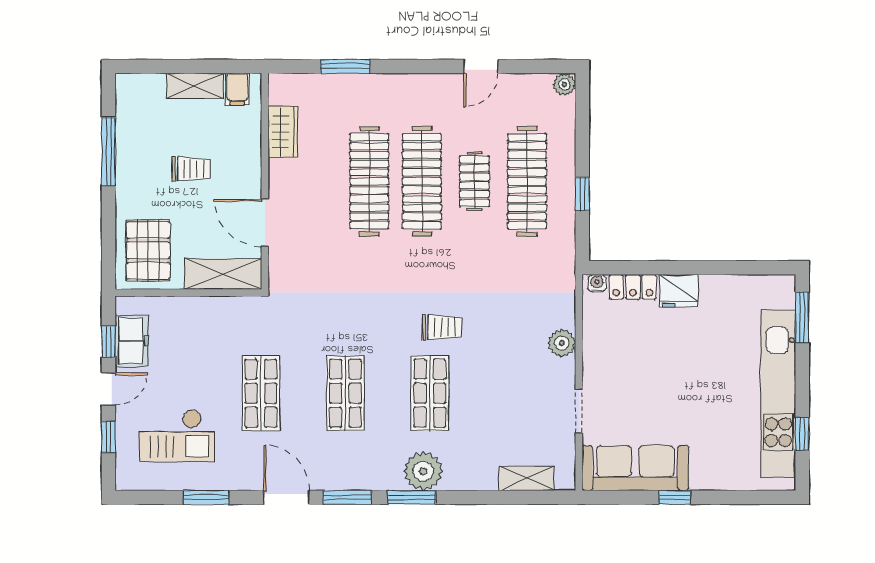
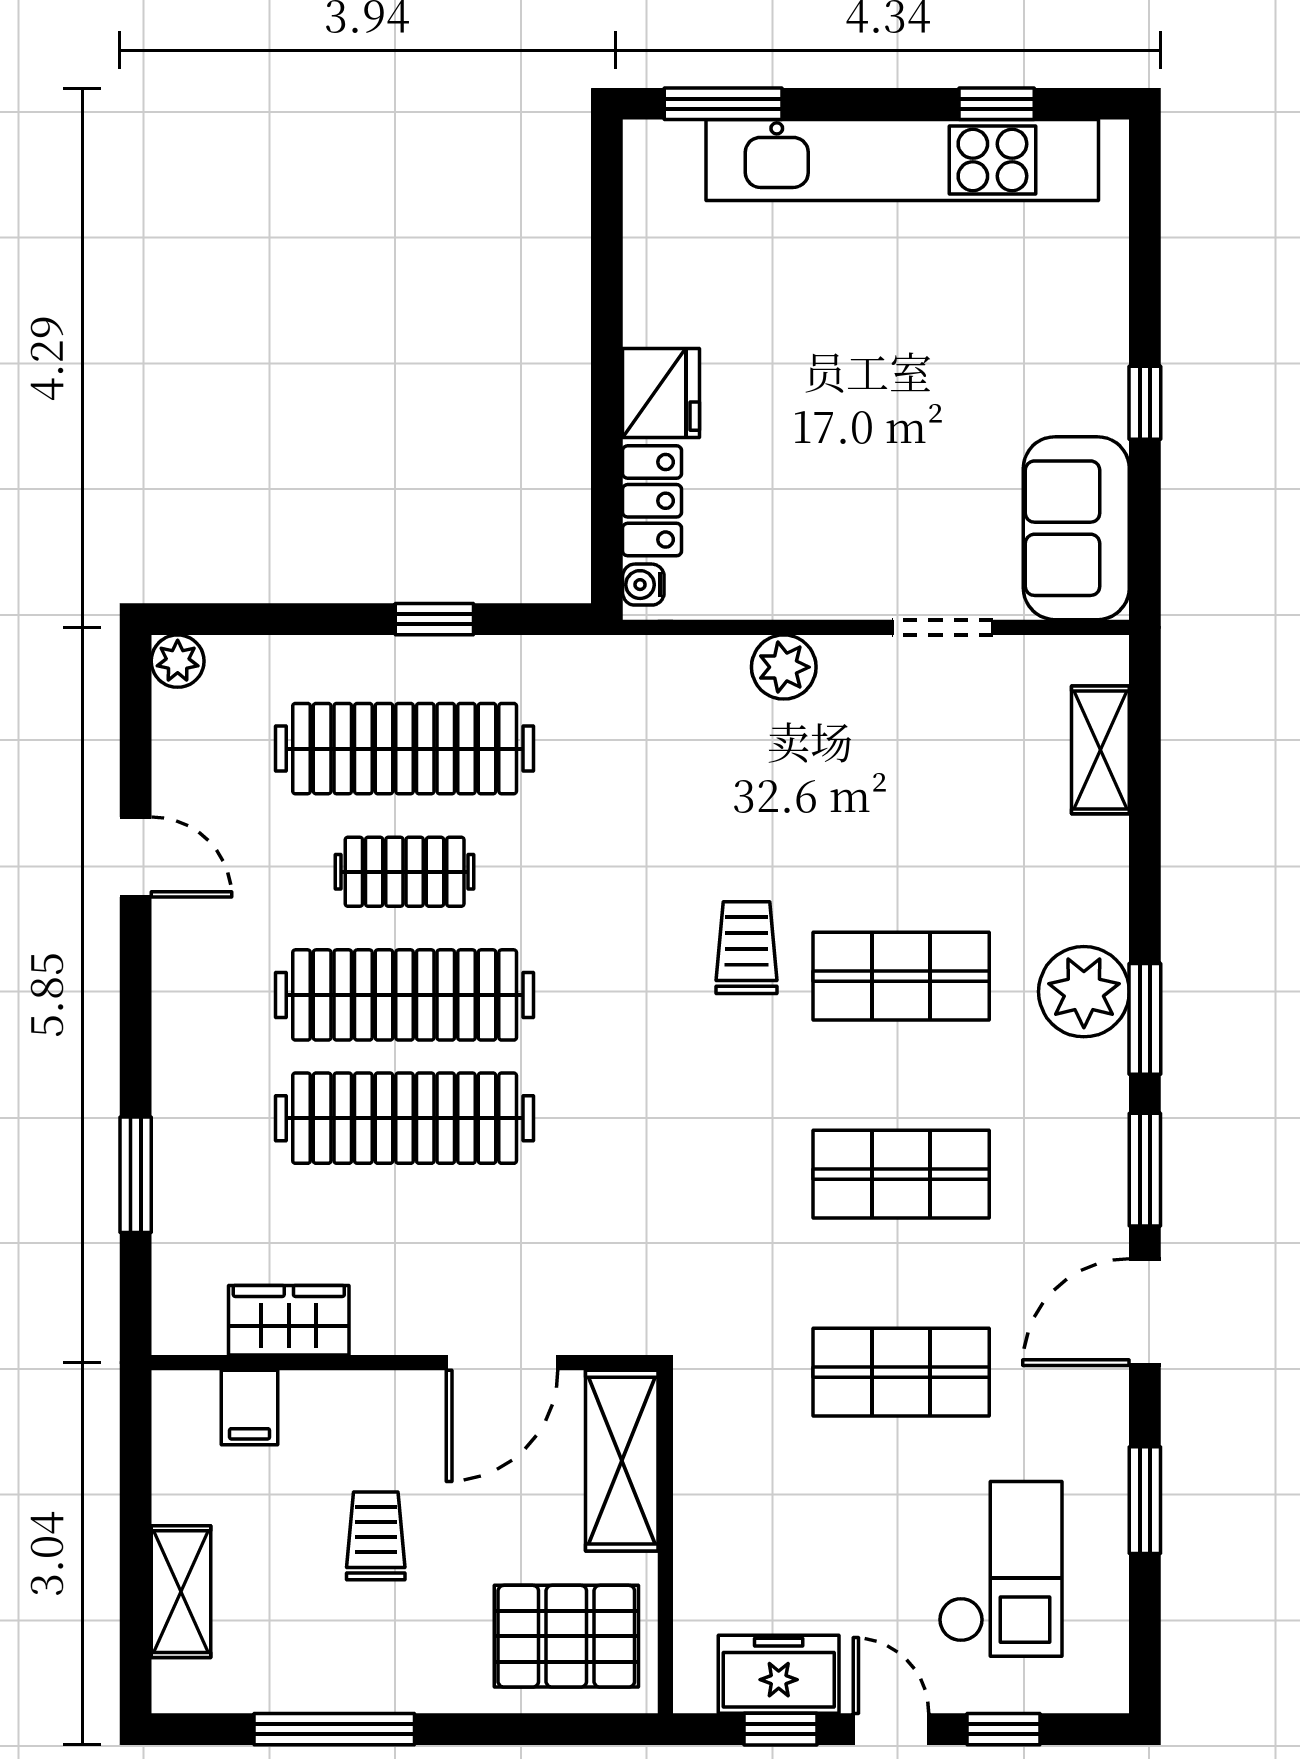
shelving: (195, 86) -> (181, 1592), moved
filing cabinet: (237, 89) -> (250, 1408), moved, turned 90
sofa: (635, 468) -> (1076, 528), width x0.73

